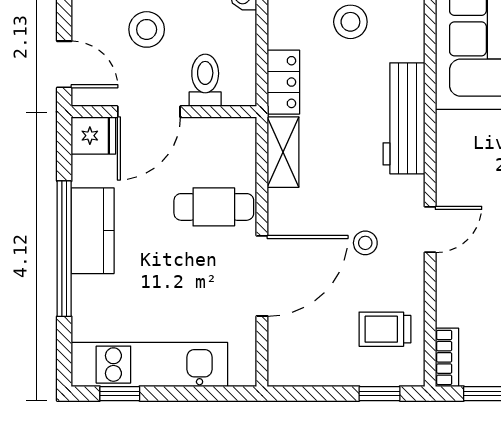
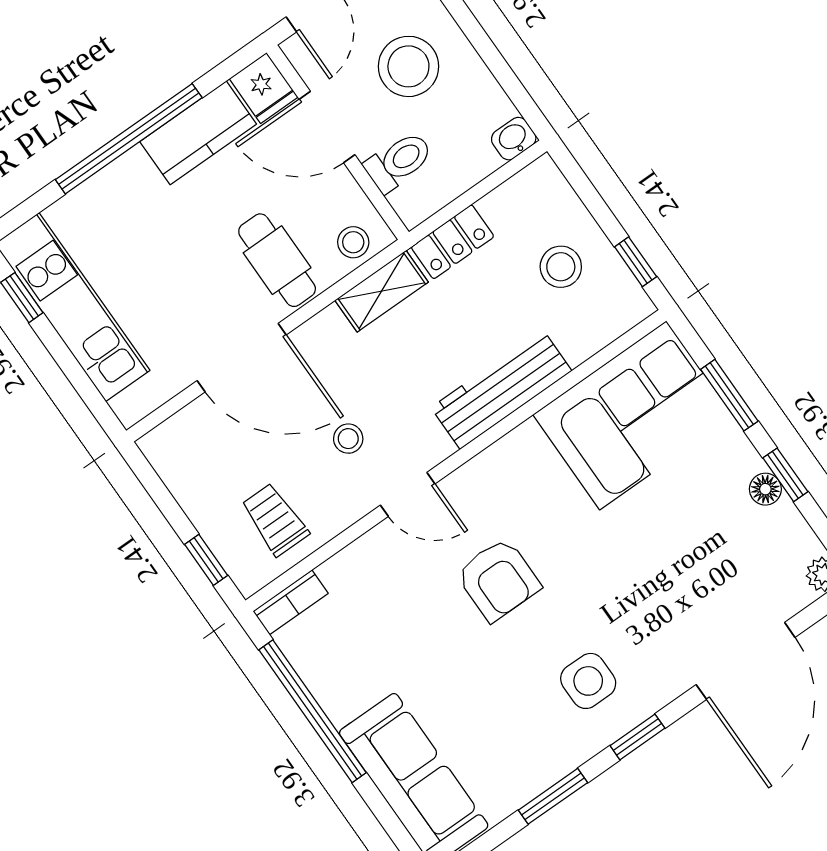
stool: (147, 29) -> (408, 66), width x1.38, depth x1.38
stool: (237, 148) -> (353, 242), added
kitchen counter: (93, 231) -> (198, 133), moved

